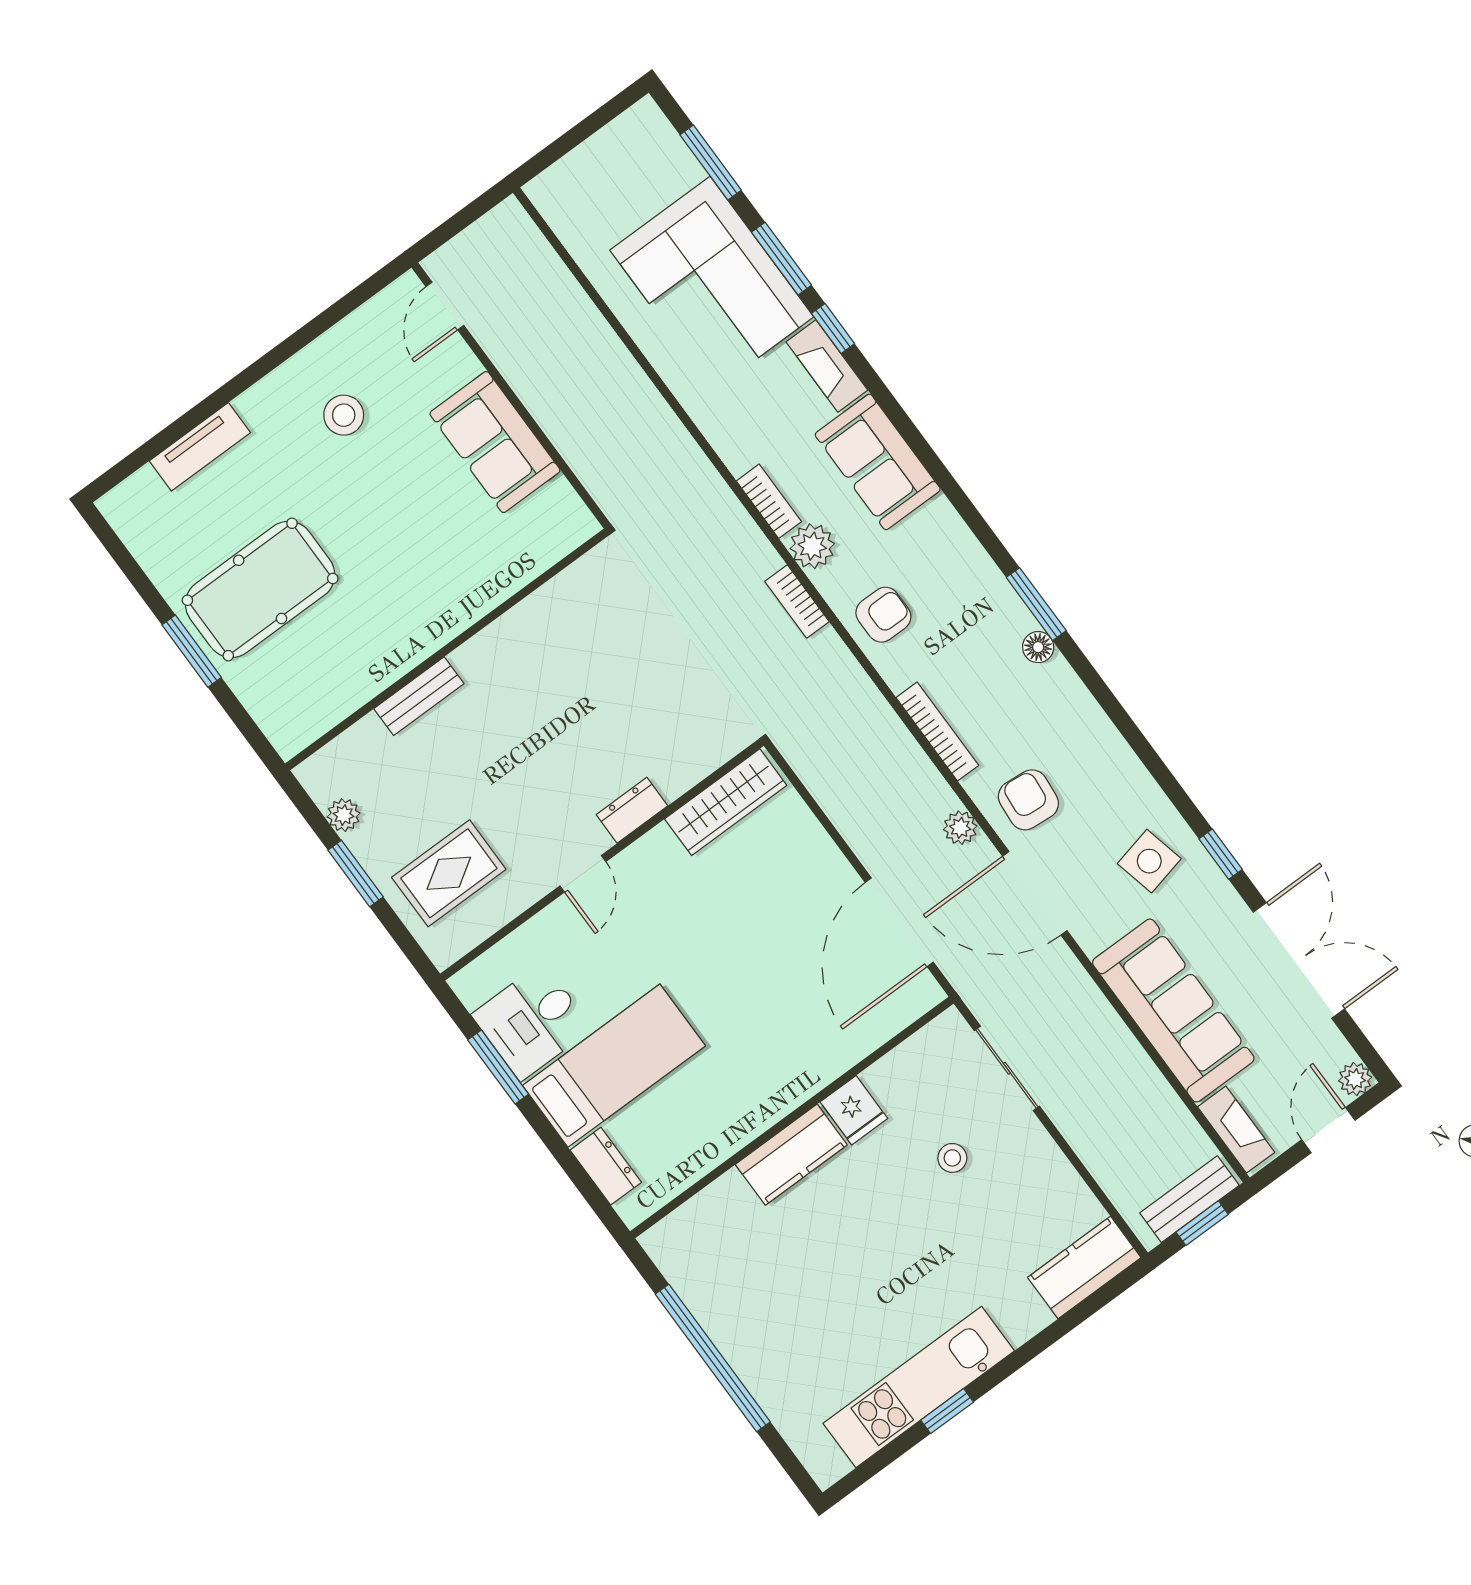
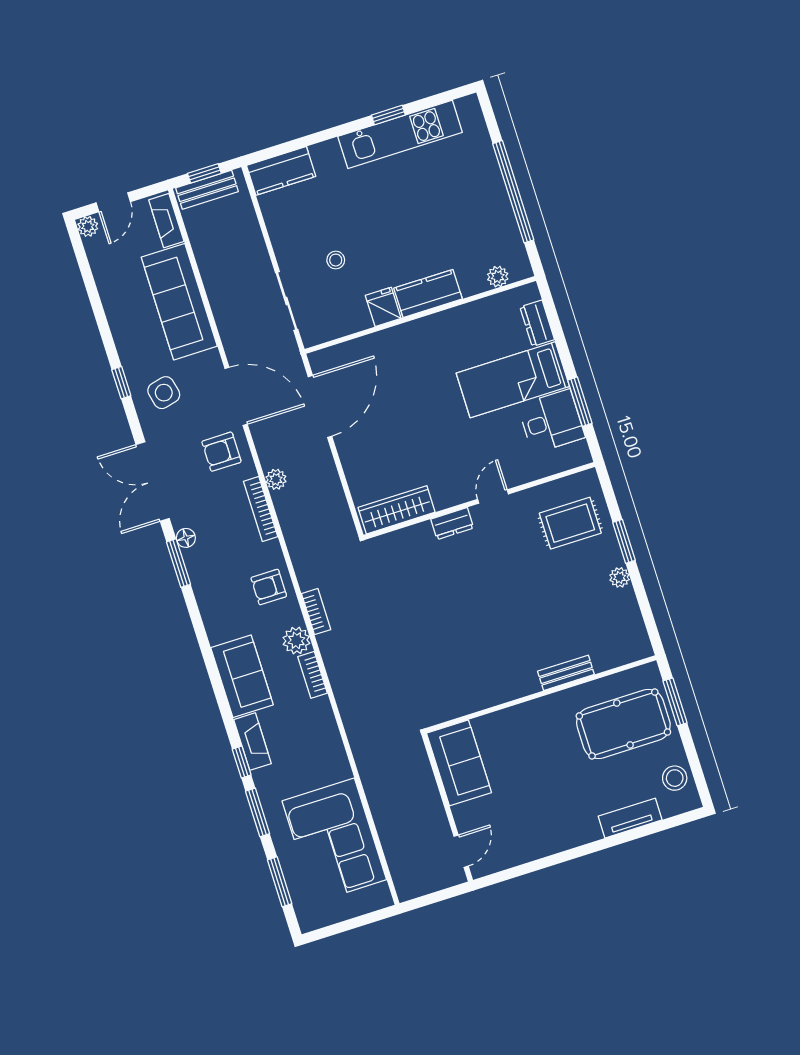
corner sofa: (712, 284) -> (334, 840), moved, turned 180
stool: (344, 415) -> (675, 778), moved
wall: (447, 650) -> (541, 694), moved
bench: (419, 696) -> (566, 673), moved
armchair: (1028, 800) -> (221, 452), turned 85
plant: (960, 828) -> (276, 479), moved
double door: (1299, 960) -> (153, 481), moved
plant: (692, 1218) -> (498, 277), added

